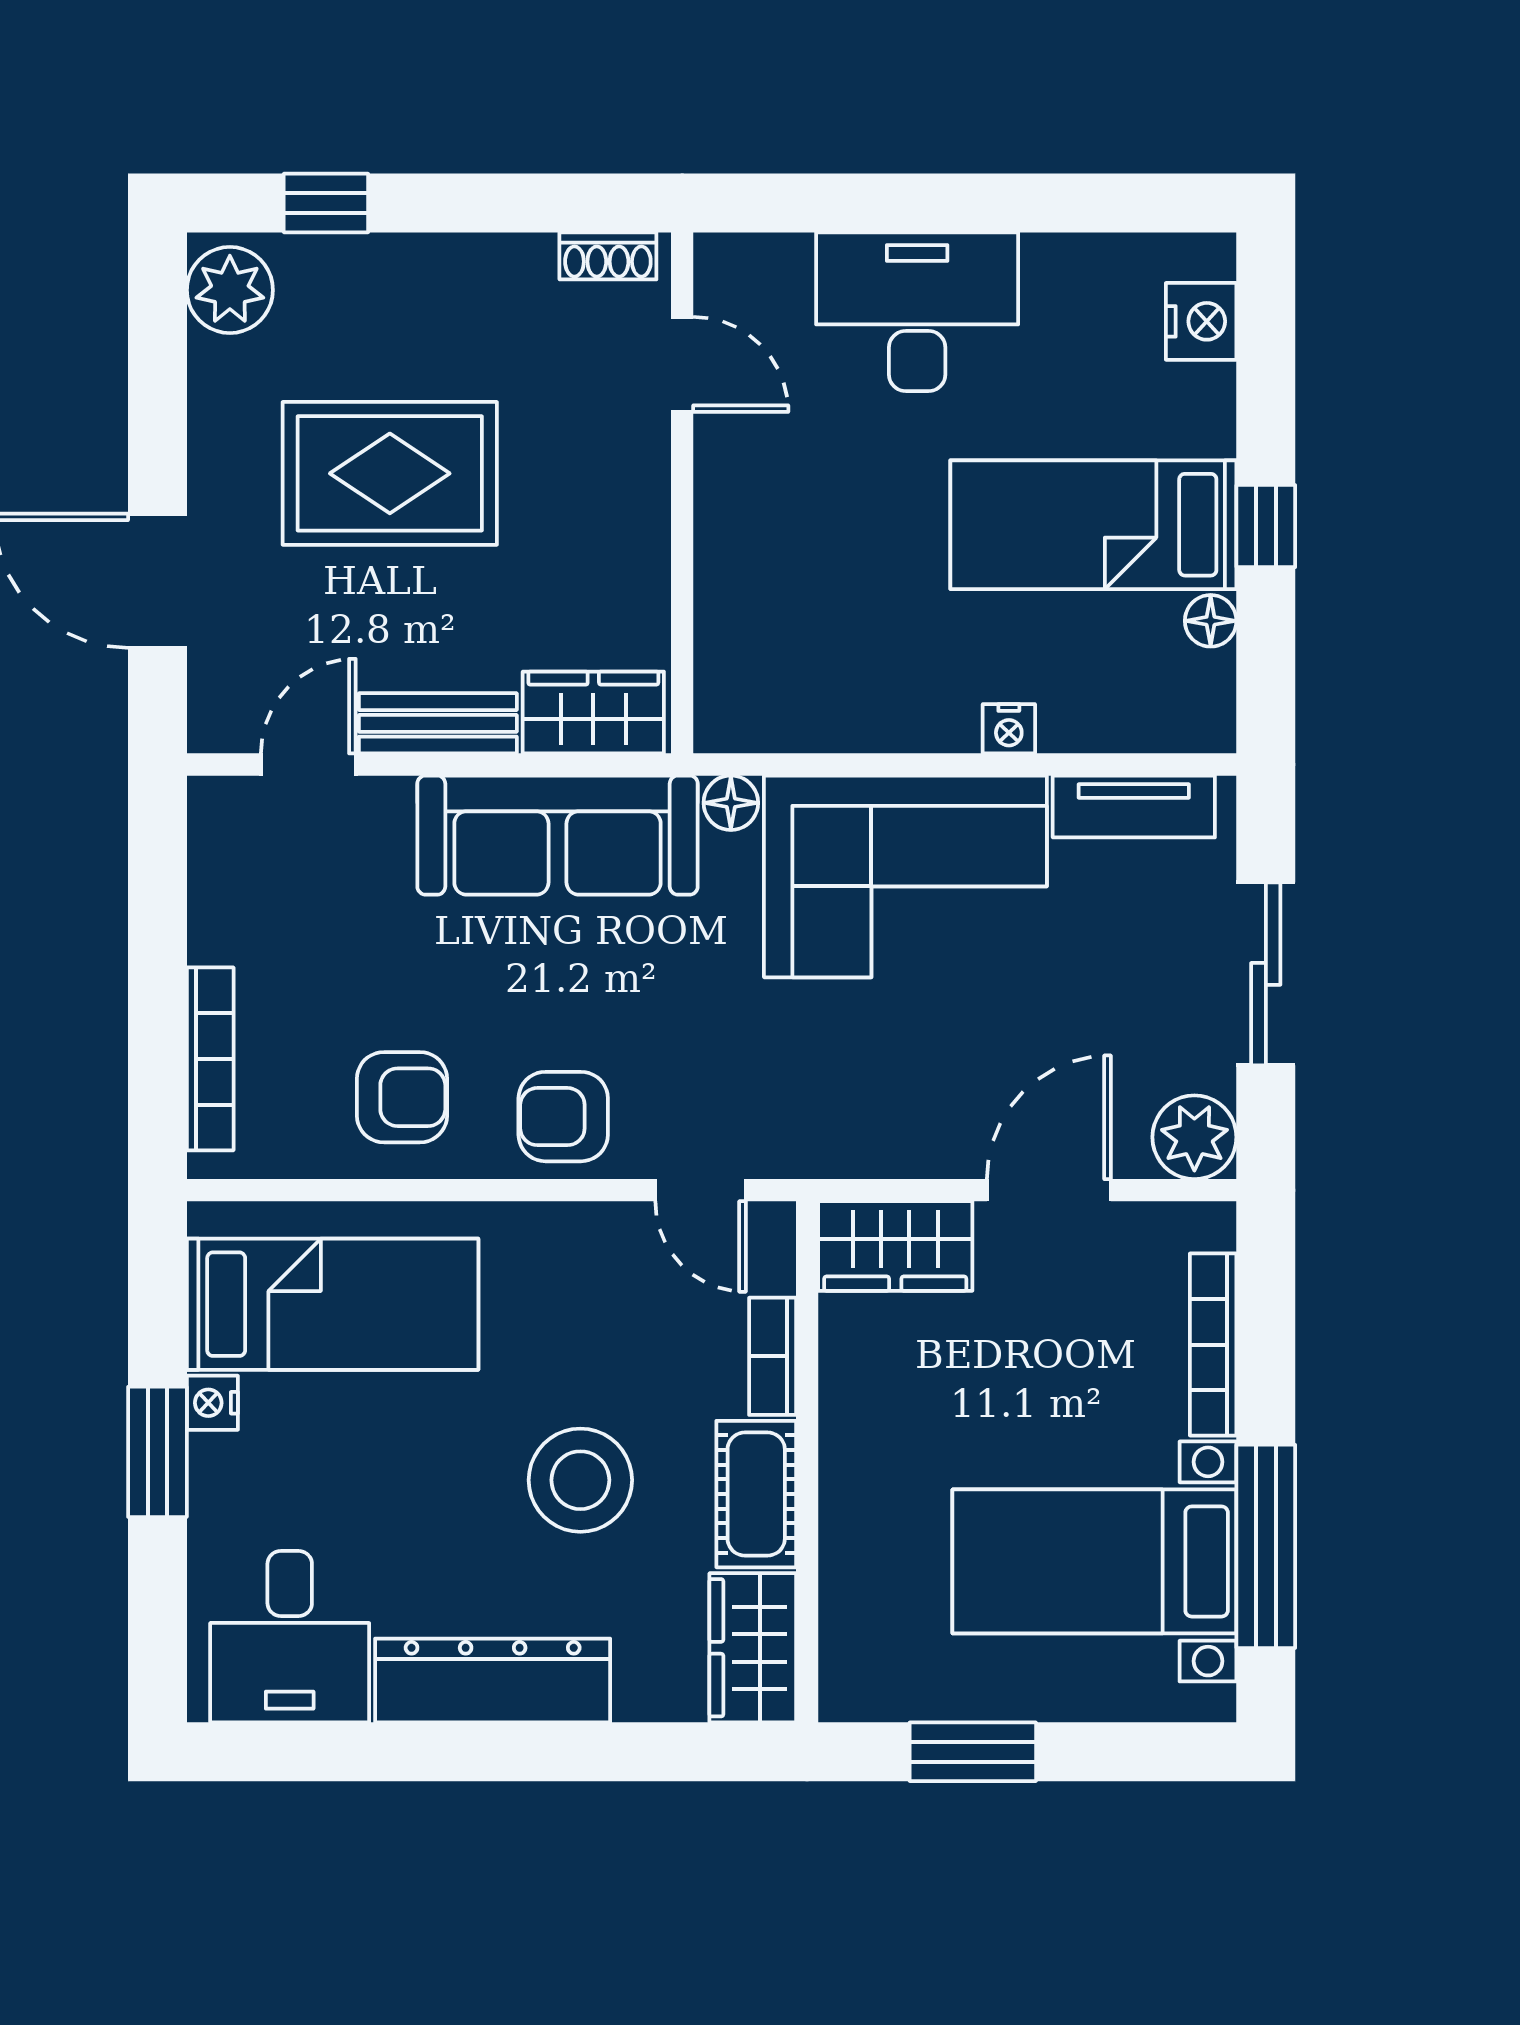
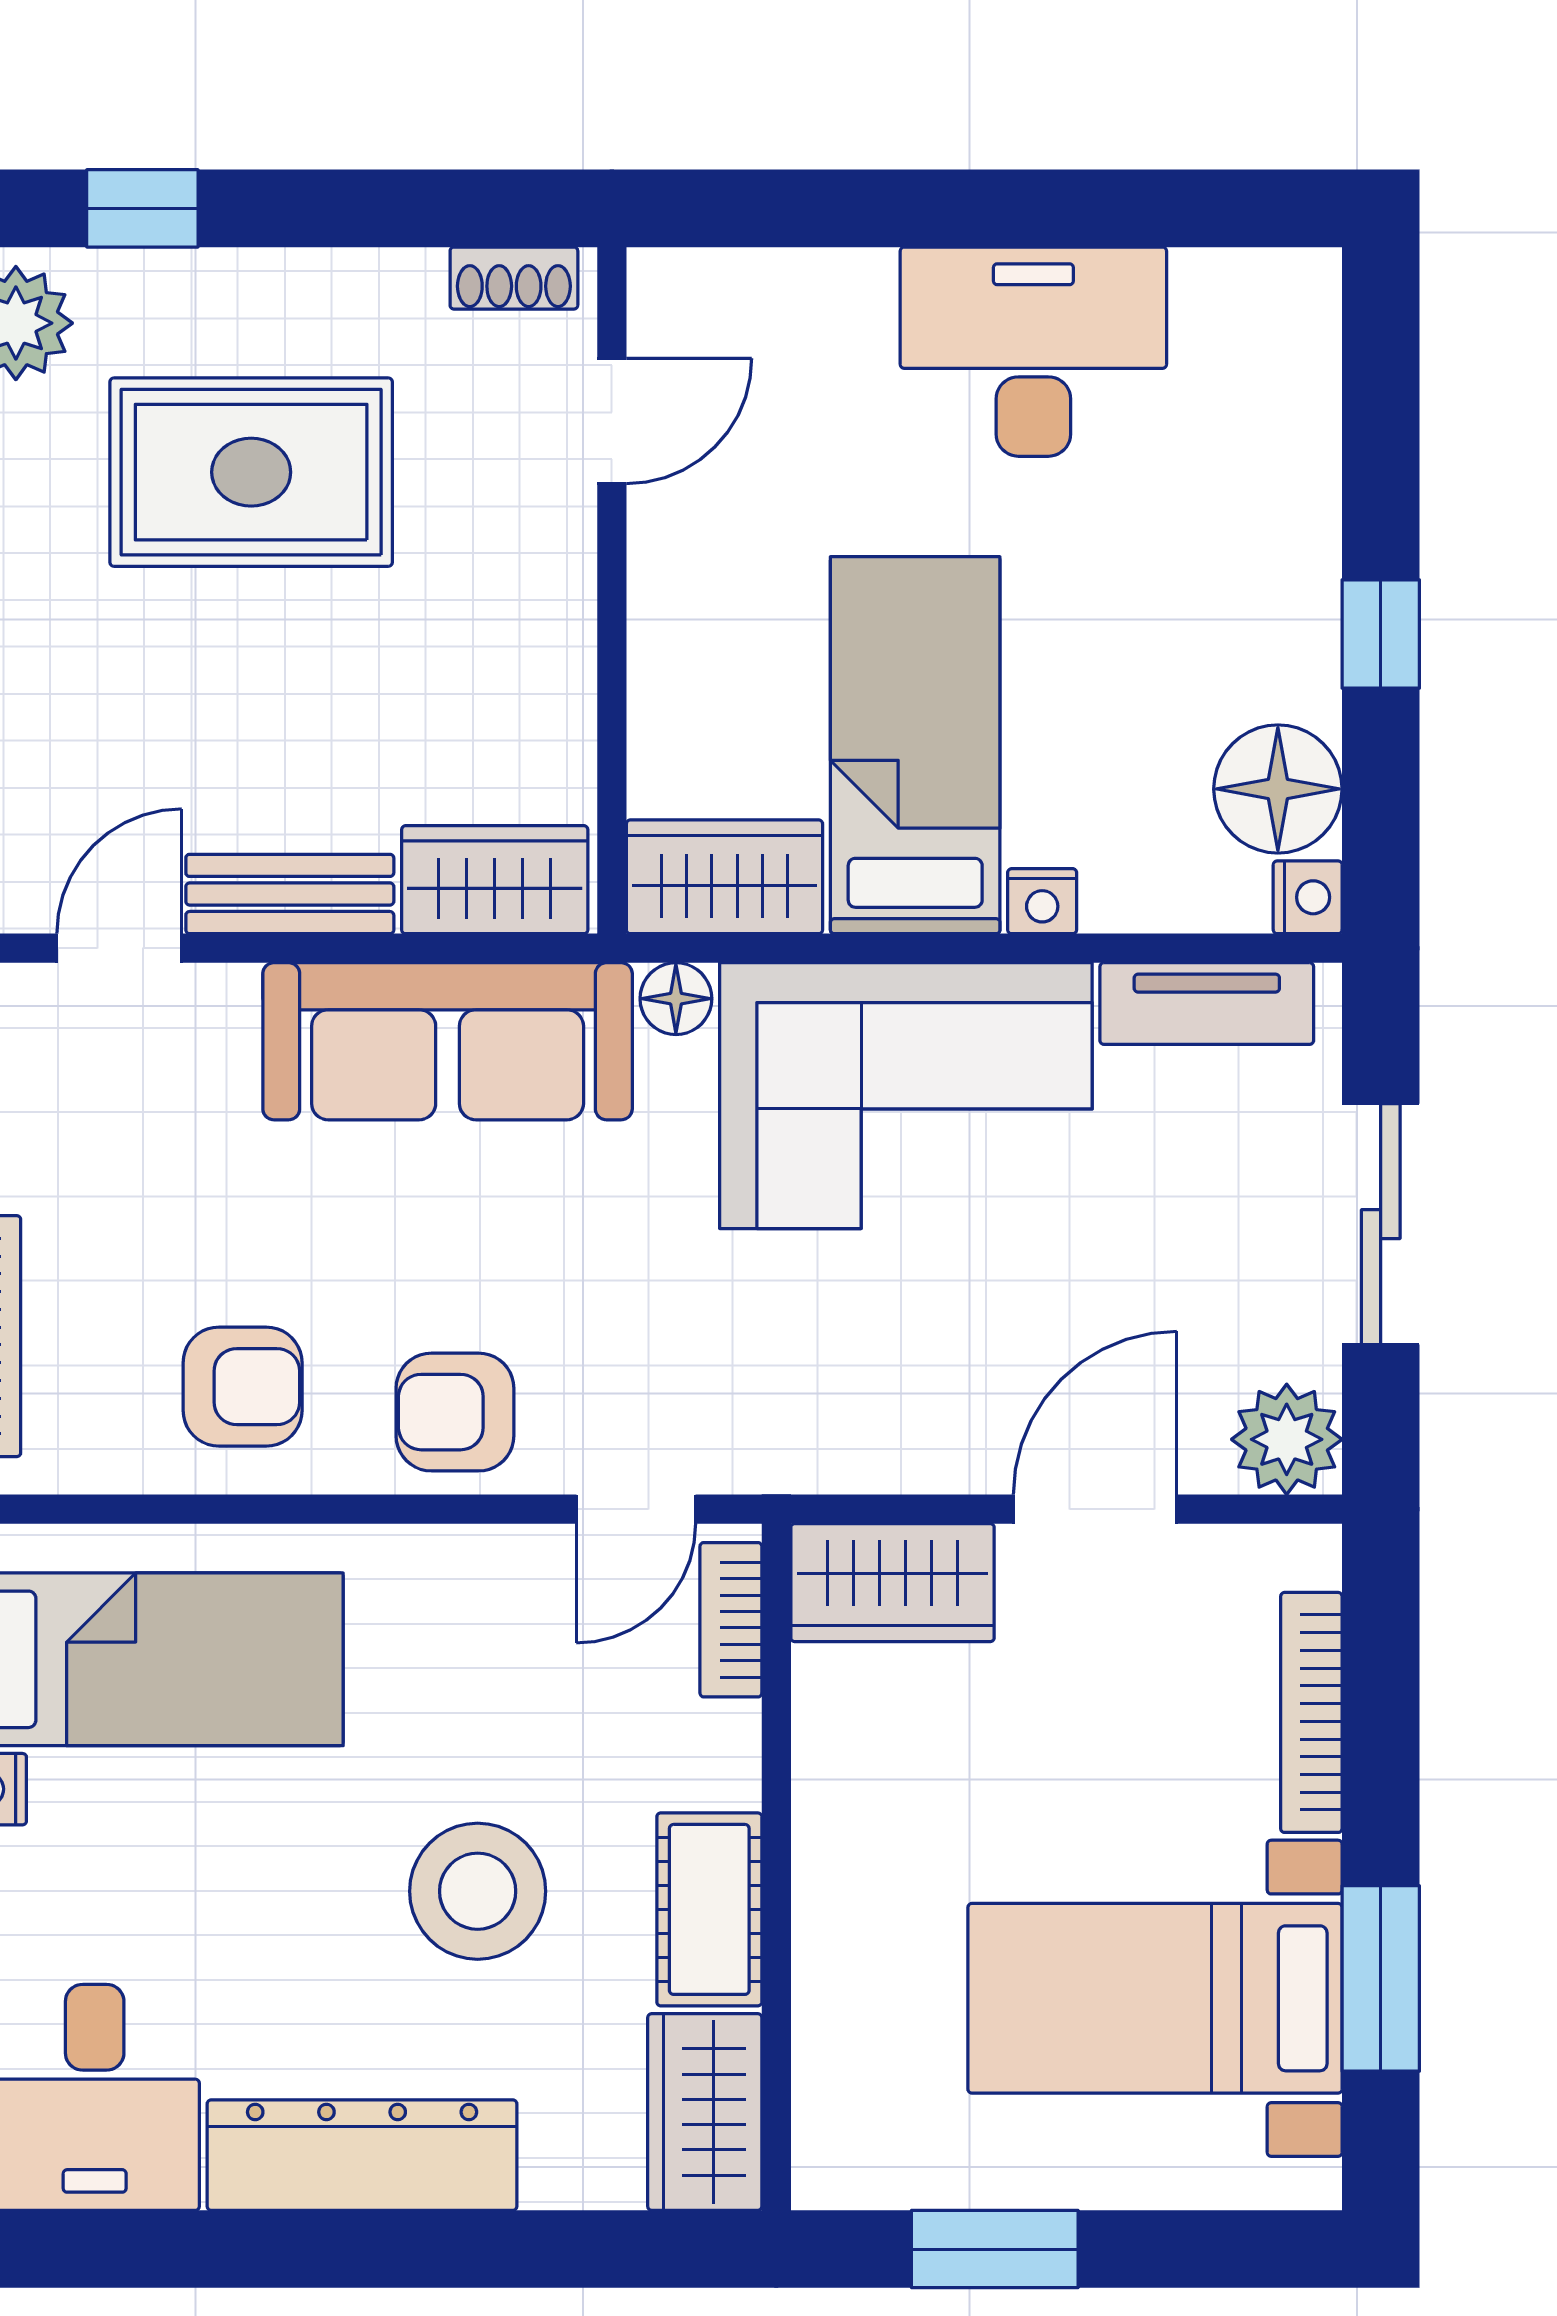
desk: (917, 312) -> (1033, 352), moved
nightstand: (1201, 321) -> (1308, 897), moved, width x0.72, depth x0.74
door: (682, 364) -> (612, 421), hinge flipped
rug: (390, 473) -> (251, 472), moved
bed: (1093, 525) -> (915, 745), moved, turned 90
floor lamp: (1211, 621) -> (1278, 789), width x1.89, depth x1.89
wardrobe: (768, 710) -> (724, 877), added
door: (701, 1190) -> (636, 1509), hinge flipped
bookcase: (773, 1356) -> (731, 1620), moved
window: (1266, 1546) -> (1381, 1978), width x0.69

